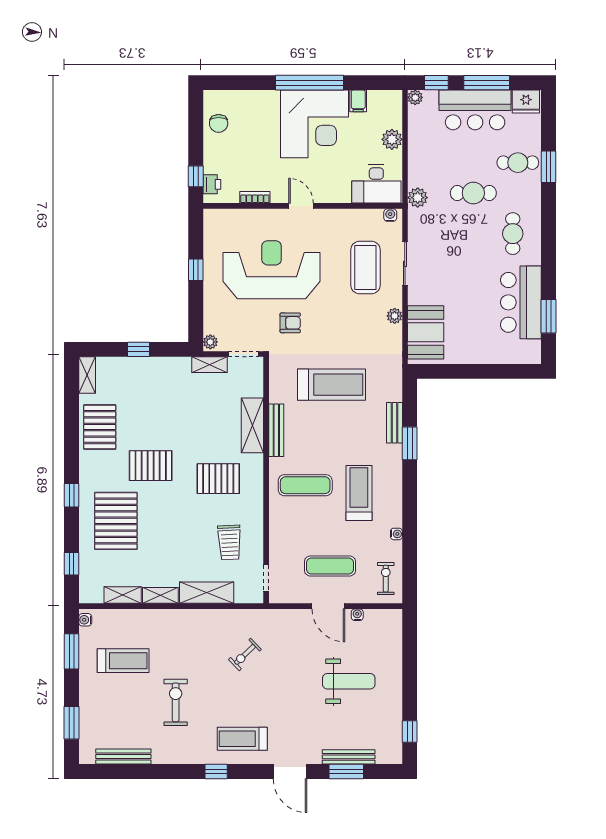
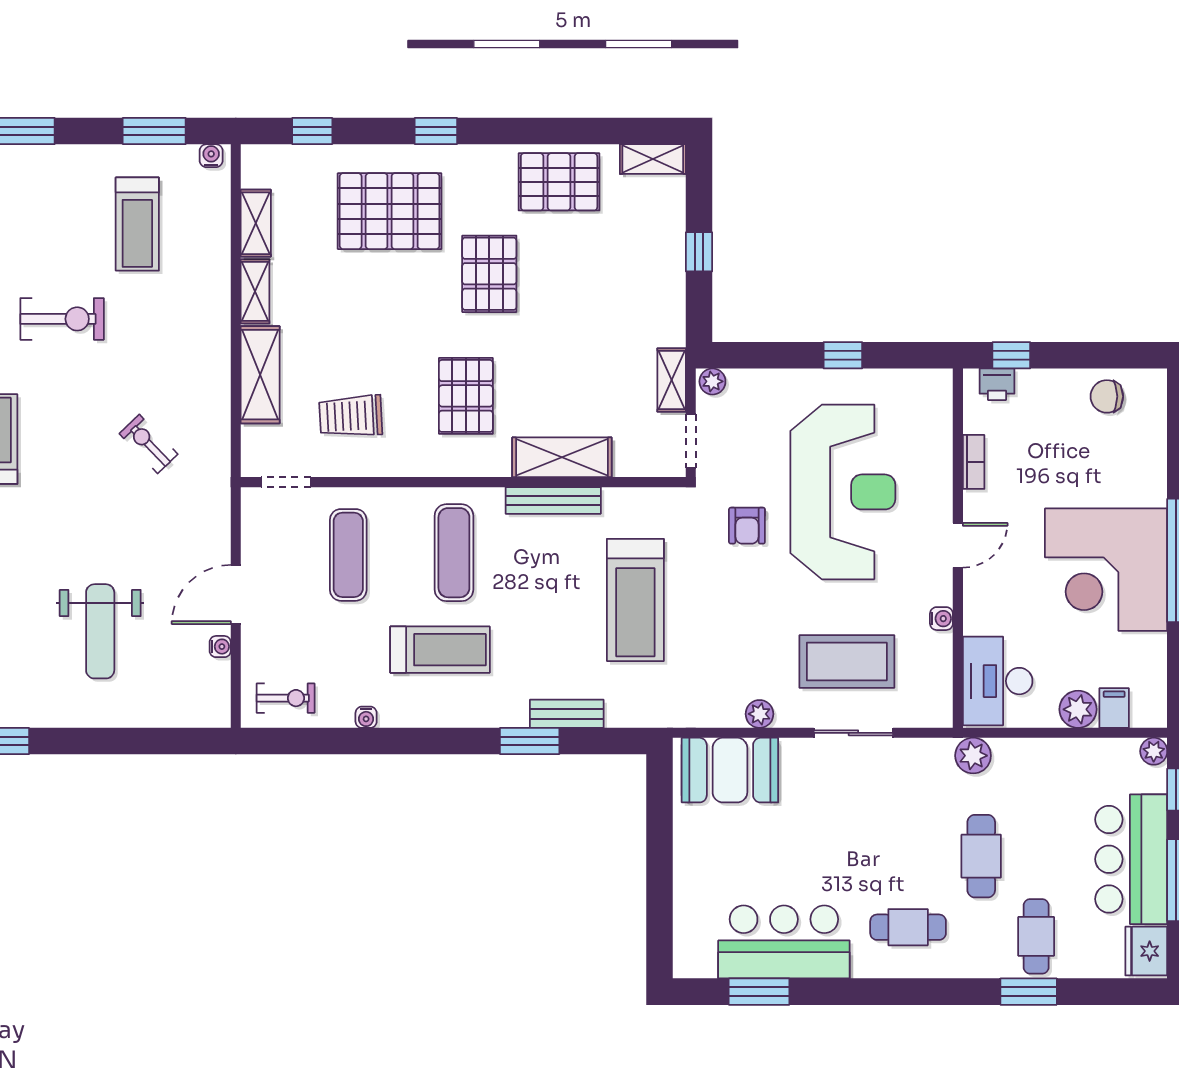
filing cabinet: (358, 101) -> (1114, 708), moved, turned 90
water cooler: (390, 215) -> (941, 619), moved
exercise mat: (330, 566) -> (348, 555), moved

